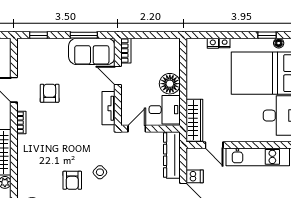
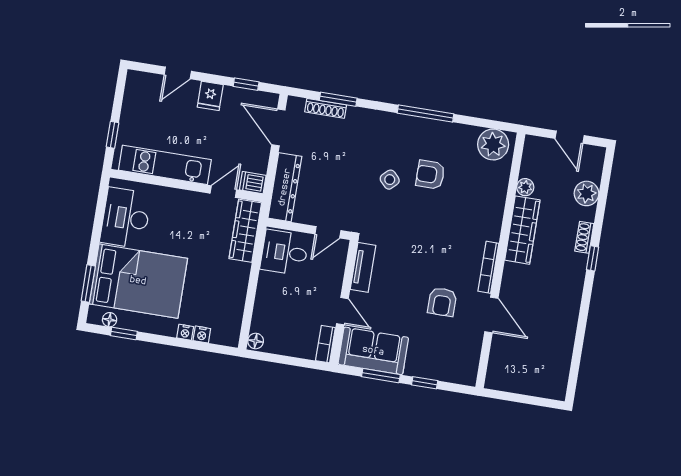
window: (39, 35) -> (425, 383), moved
floor lamp: (170, 84) -> (256, 341), moved, width x0.53, depth x0.53
bookcase: (21, 123) -> (488, 267), width x1.56
door: (214, 145) -> (223, 192), hinge flipped
dishwasher: (195, 176) -> (253, 183), moved
armchair: (72, 180) -> (430, 175), turned -90

